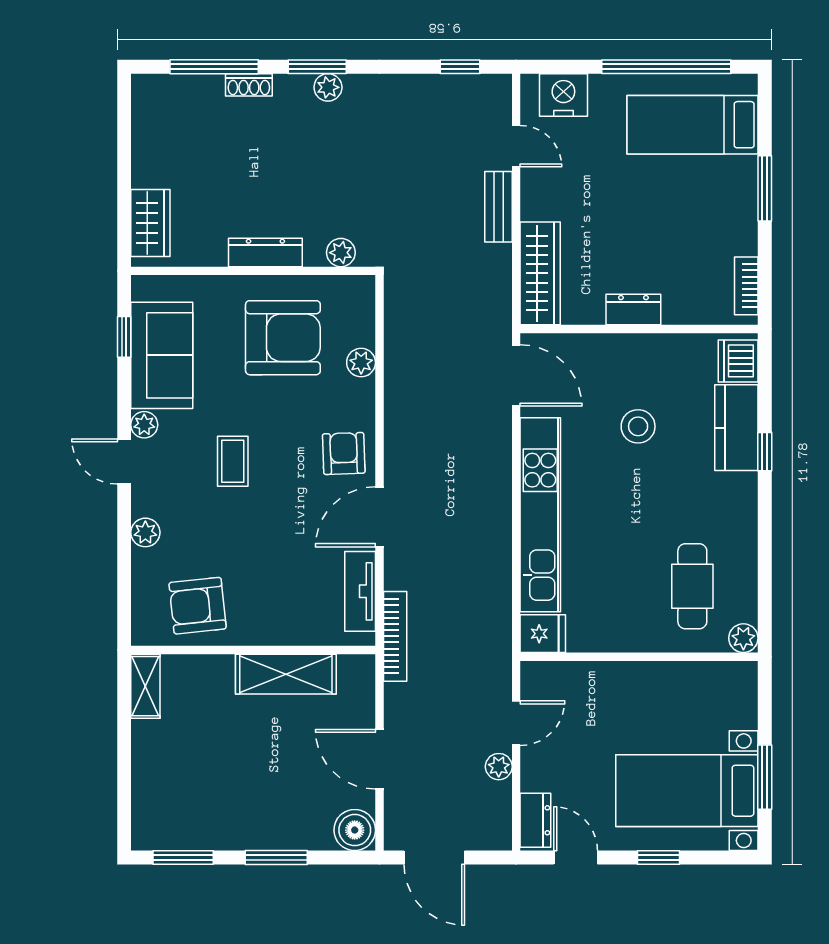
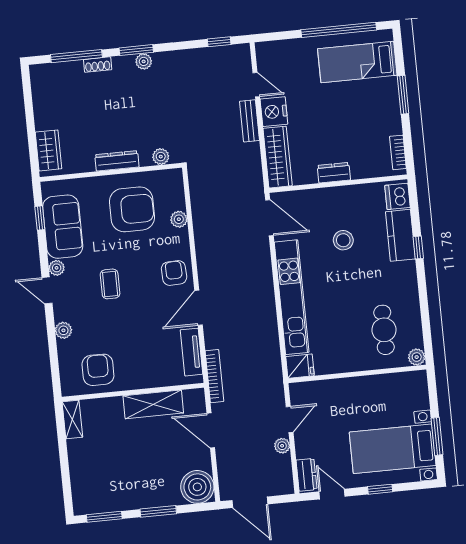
nightstand: (563, 95) -> (274, 112), moved, turned -90
armchair: (198, 606) -> (98, 370), turned 96
door: (380, 759) -> (211, 431), moved
boiler: (355, 830) -> (197, 487), width x1.37, depth x1.37

